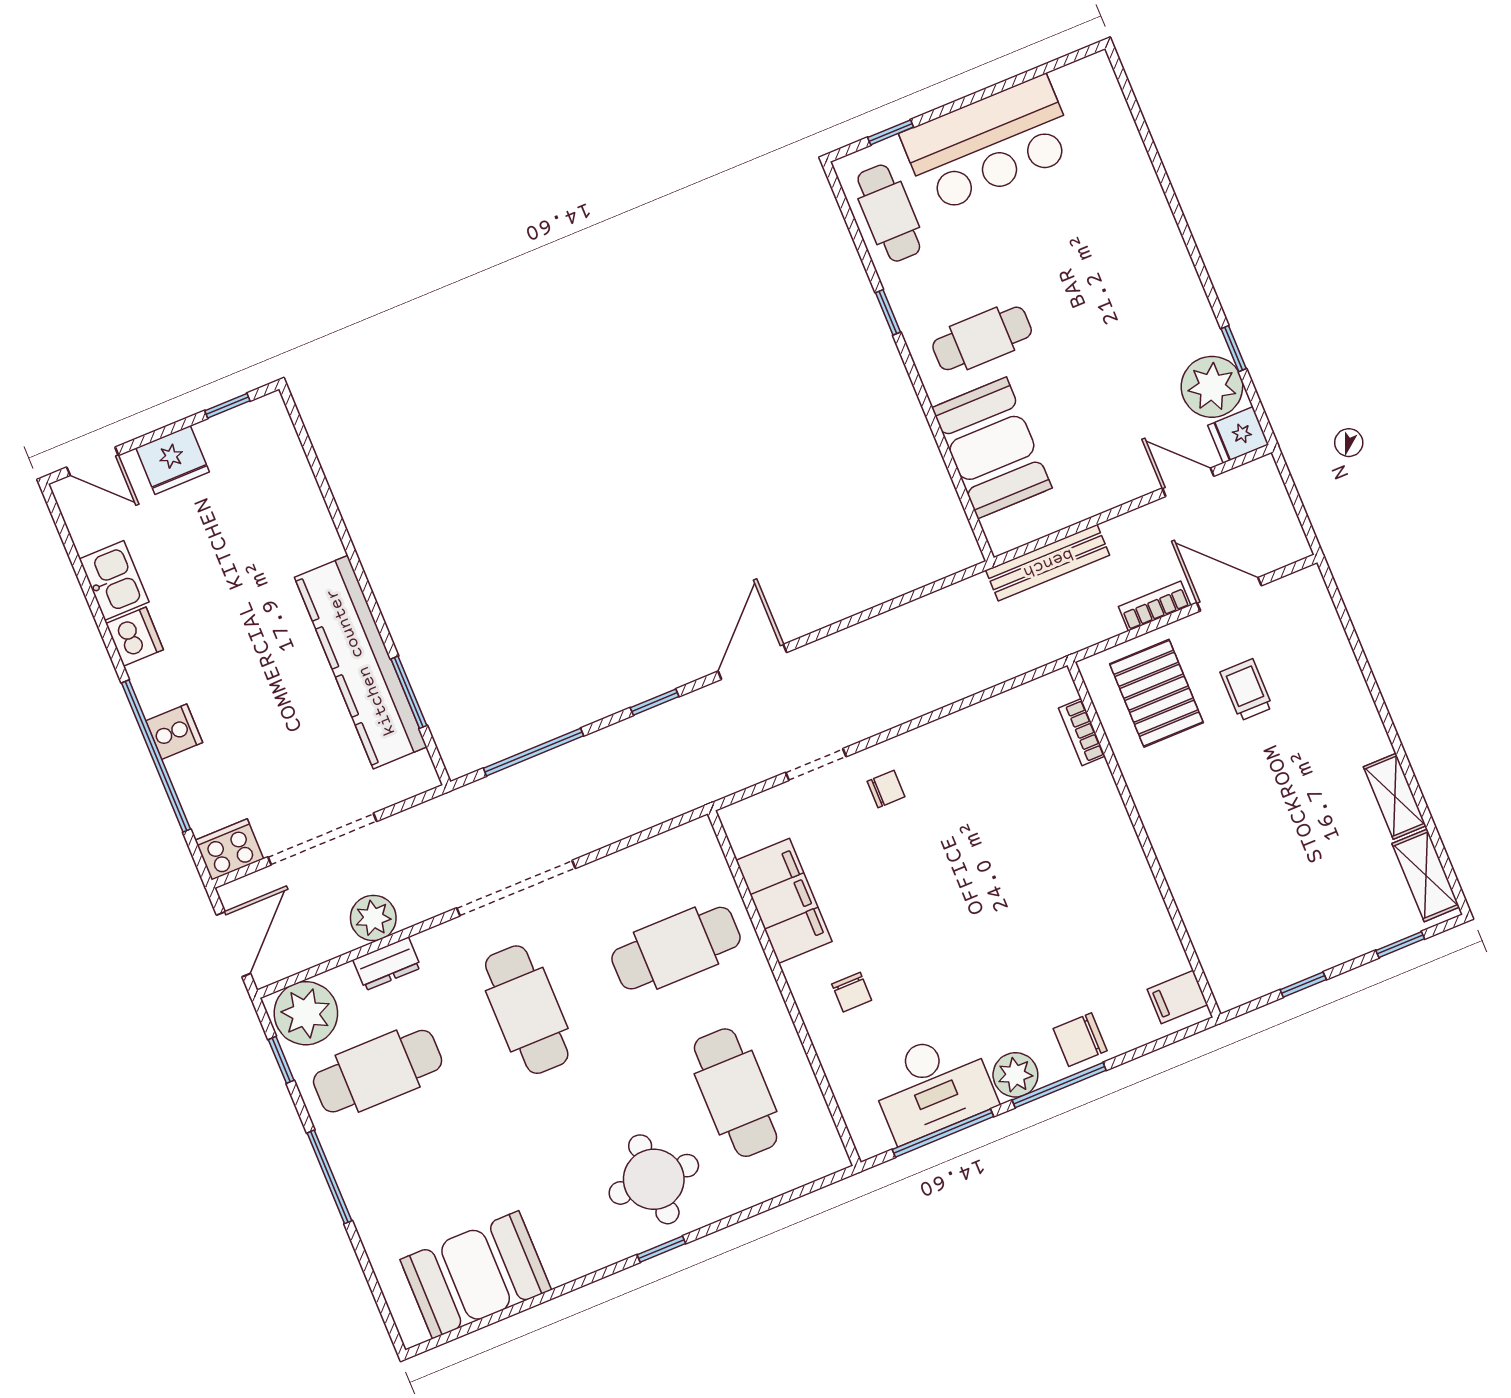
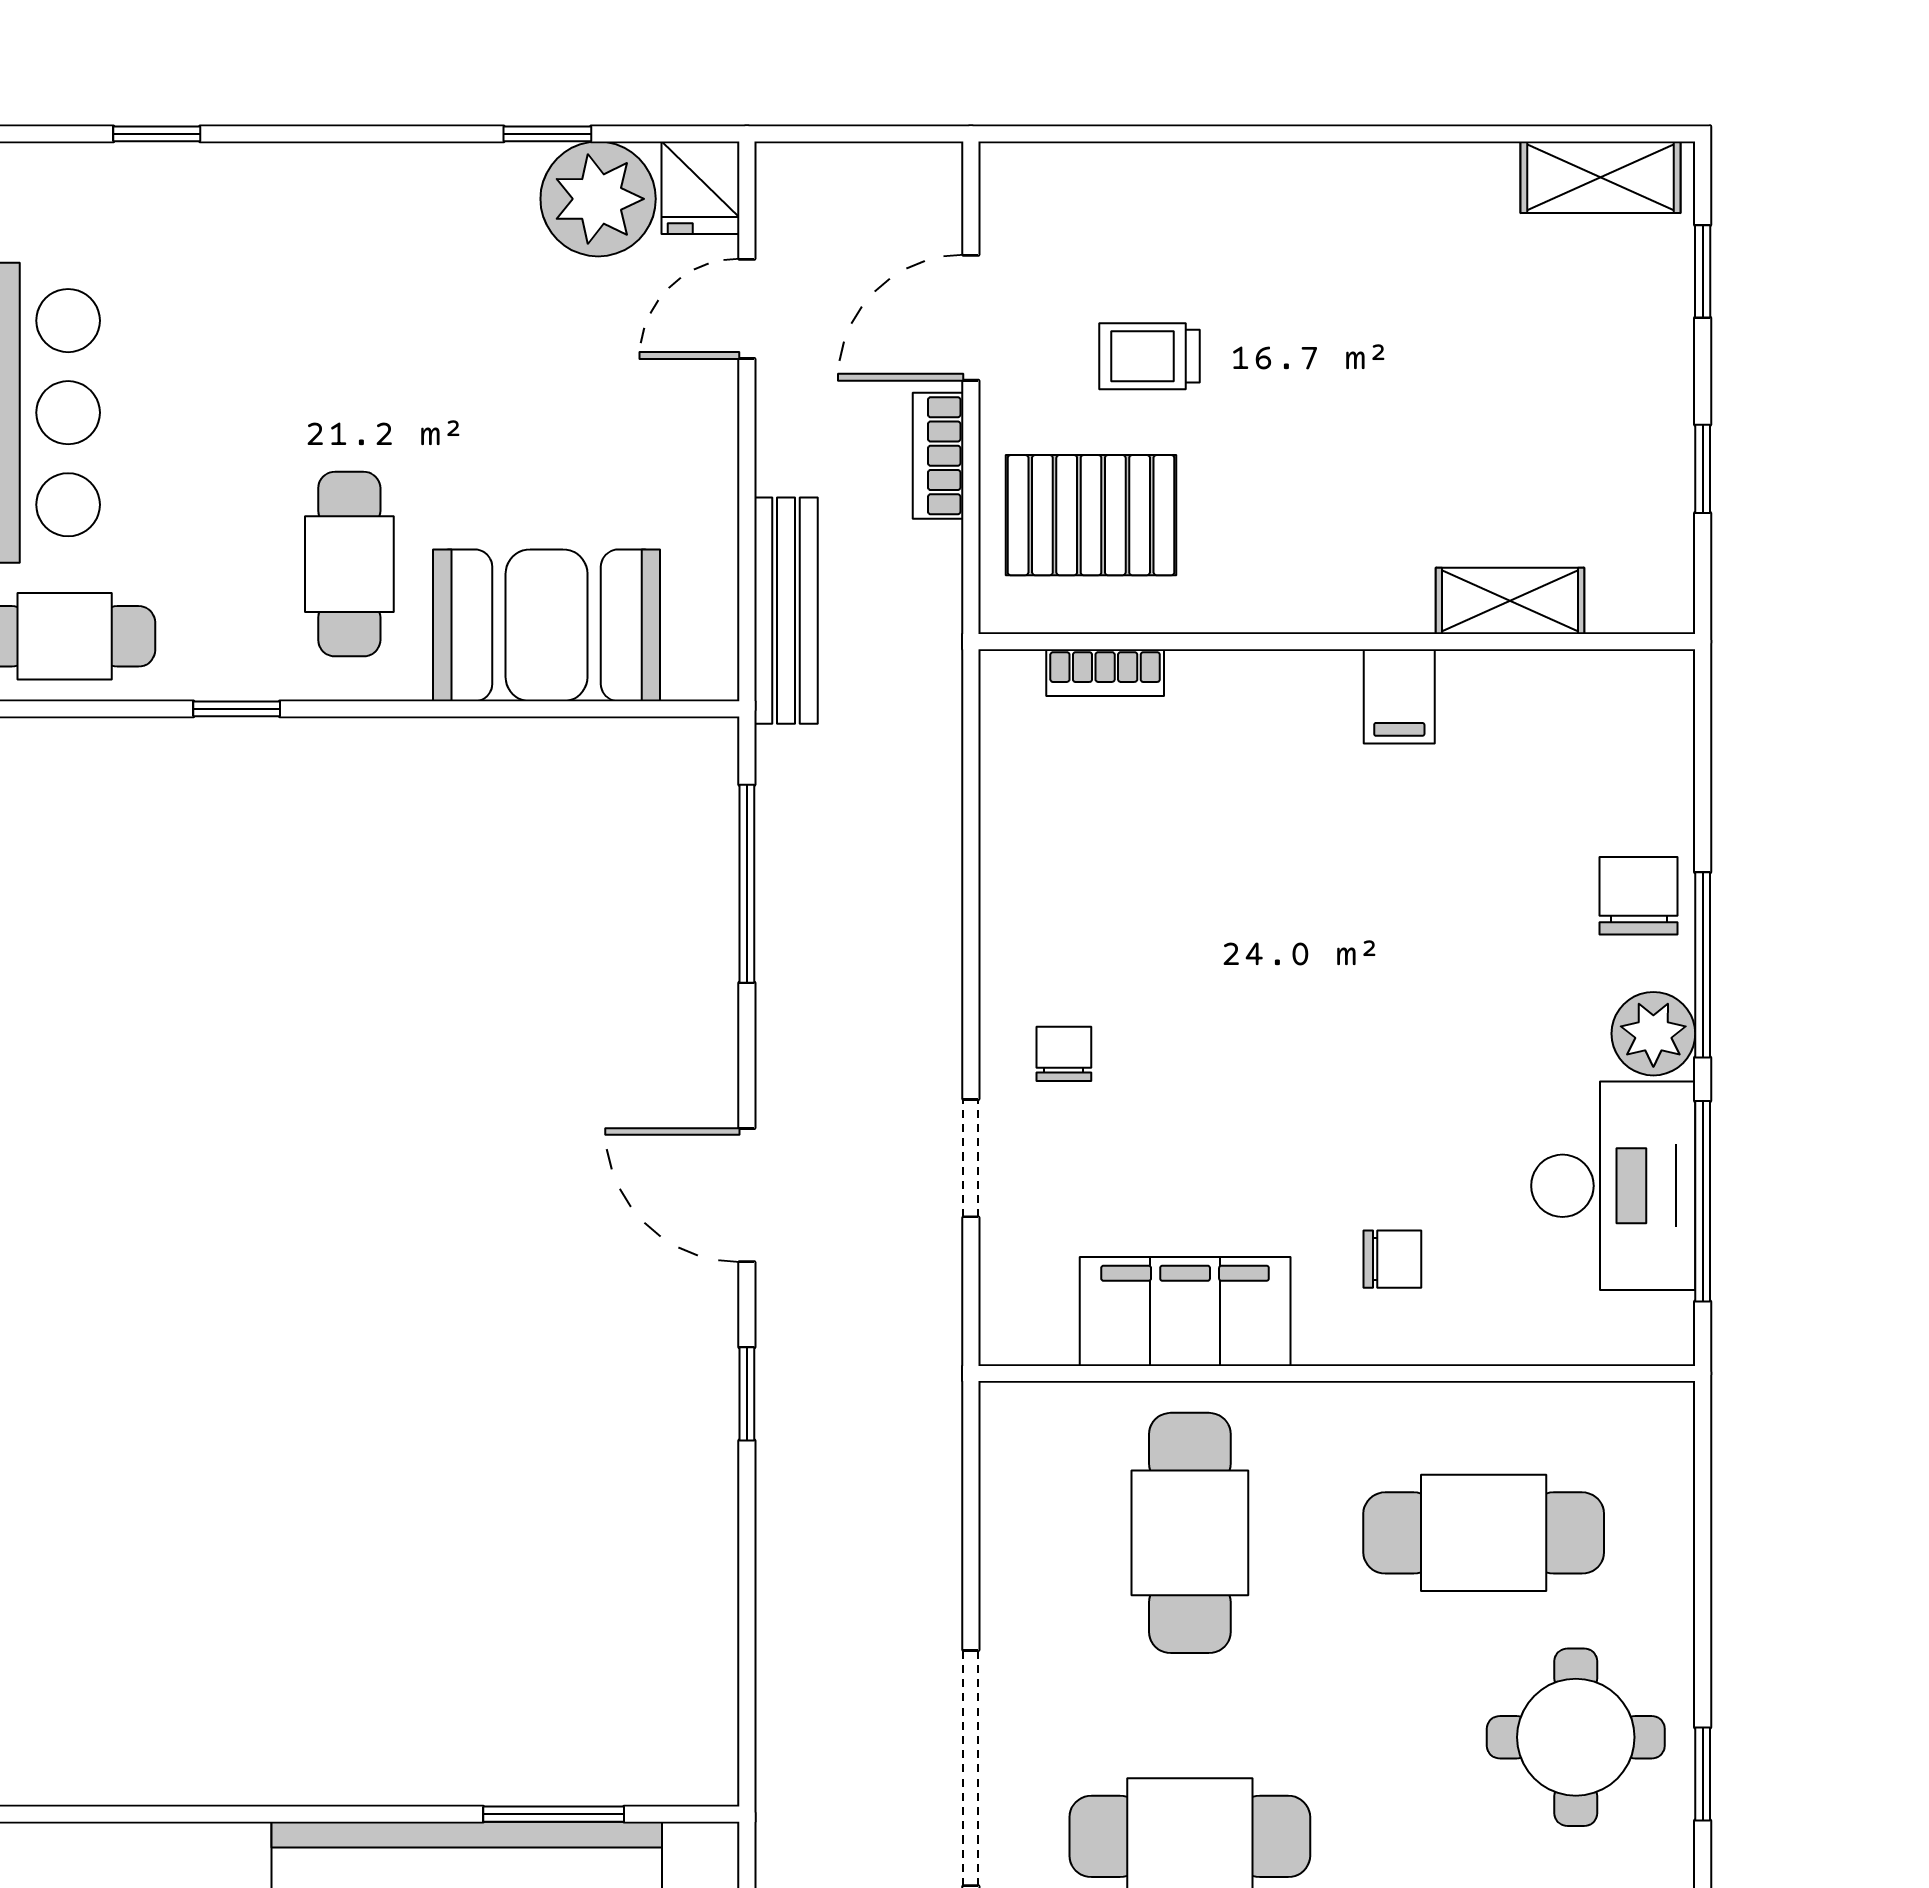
window: (1155, 157) -> (157, 134), added
window: (533, 752) -> (747, 884), moved
shelving: (1395, 796) -> (1510, 601), moved
filing cabinet: (1177, 997) -> (1399, 696), moved
chair: (1080, 1040) -> (1639, 896), turned 180

